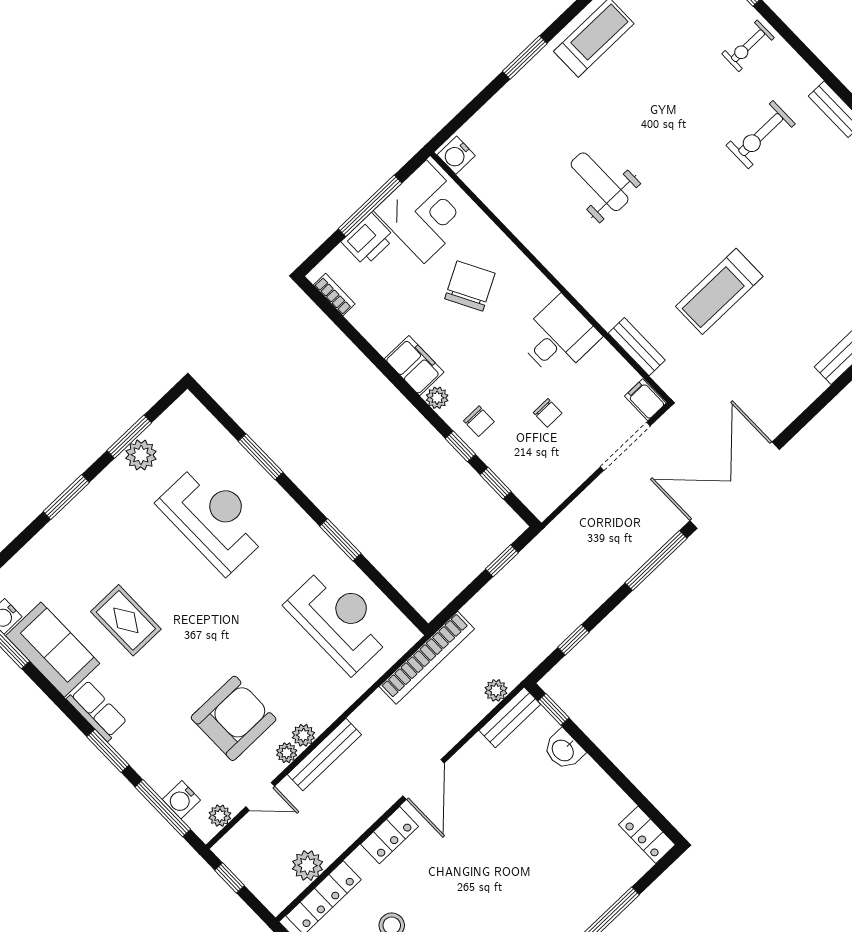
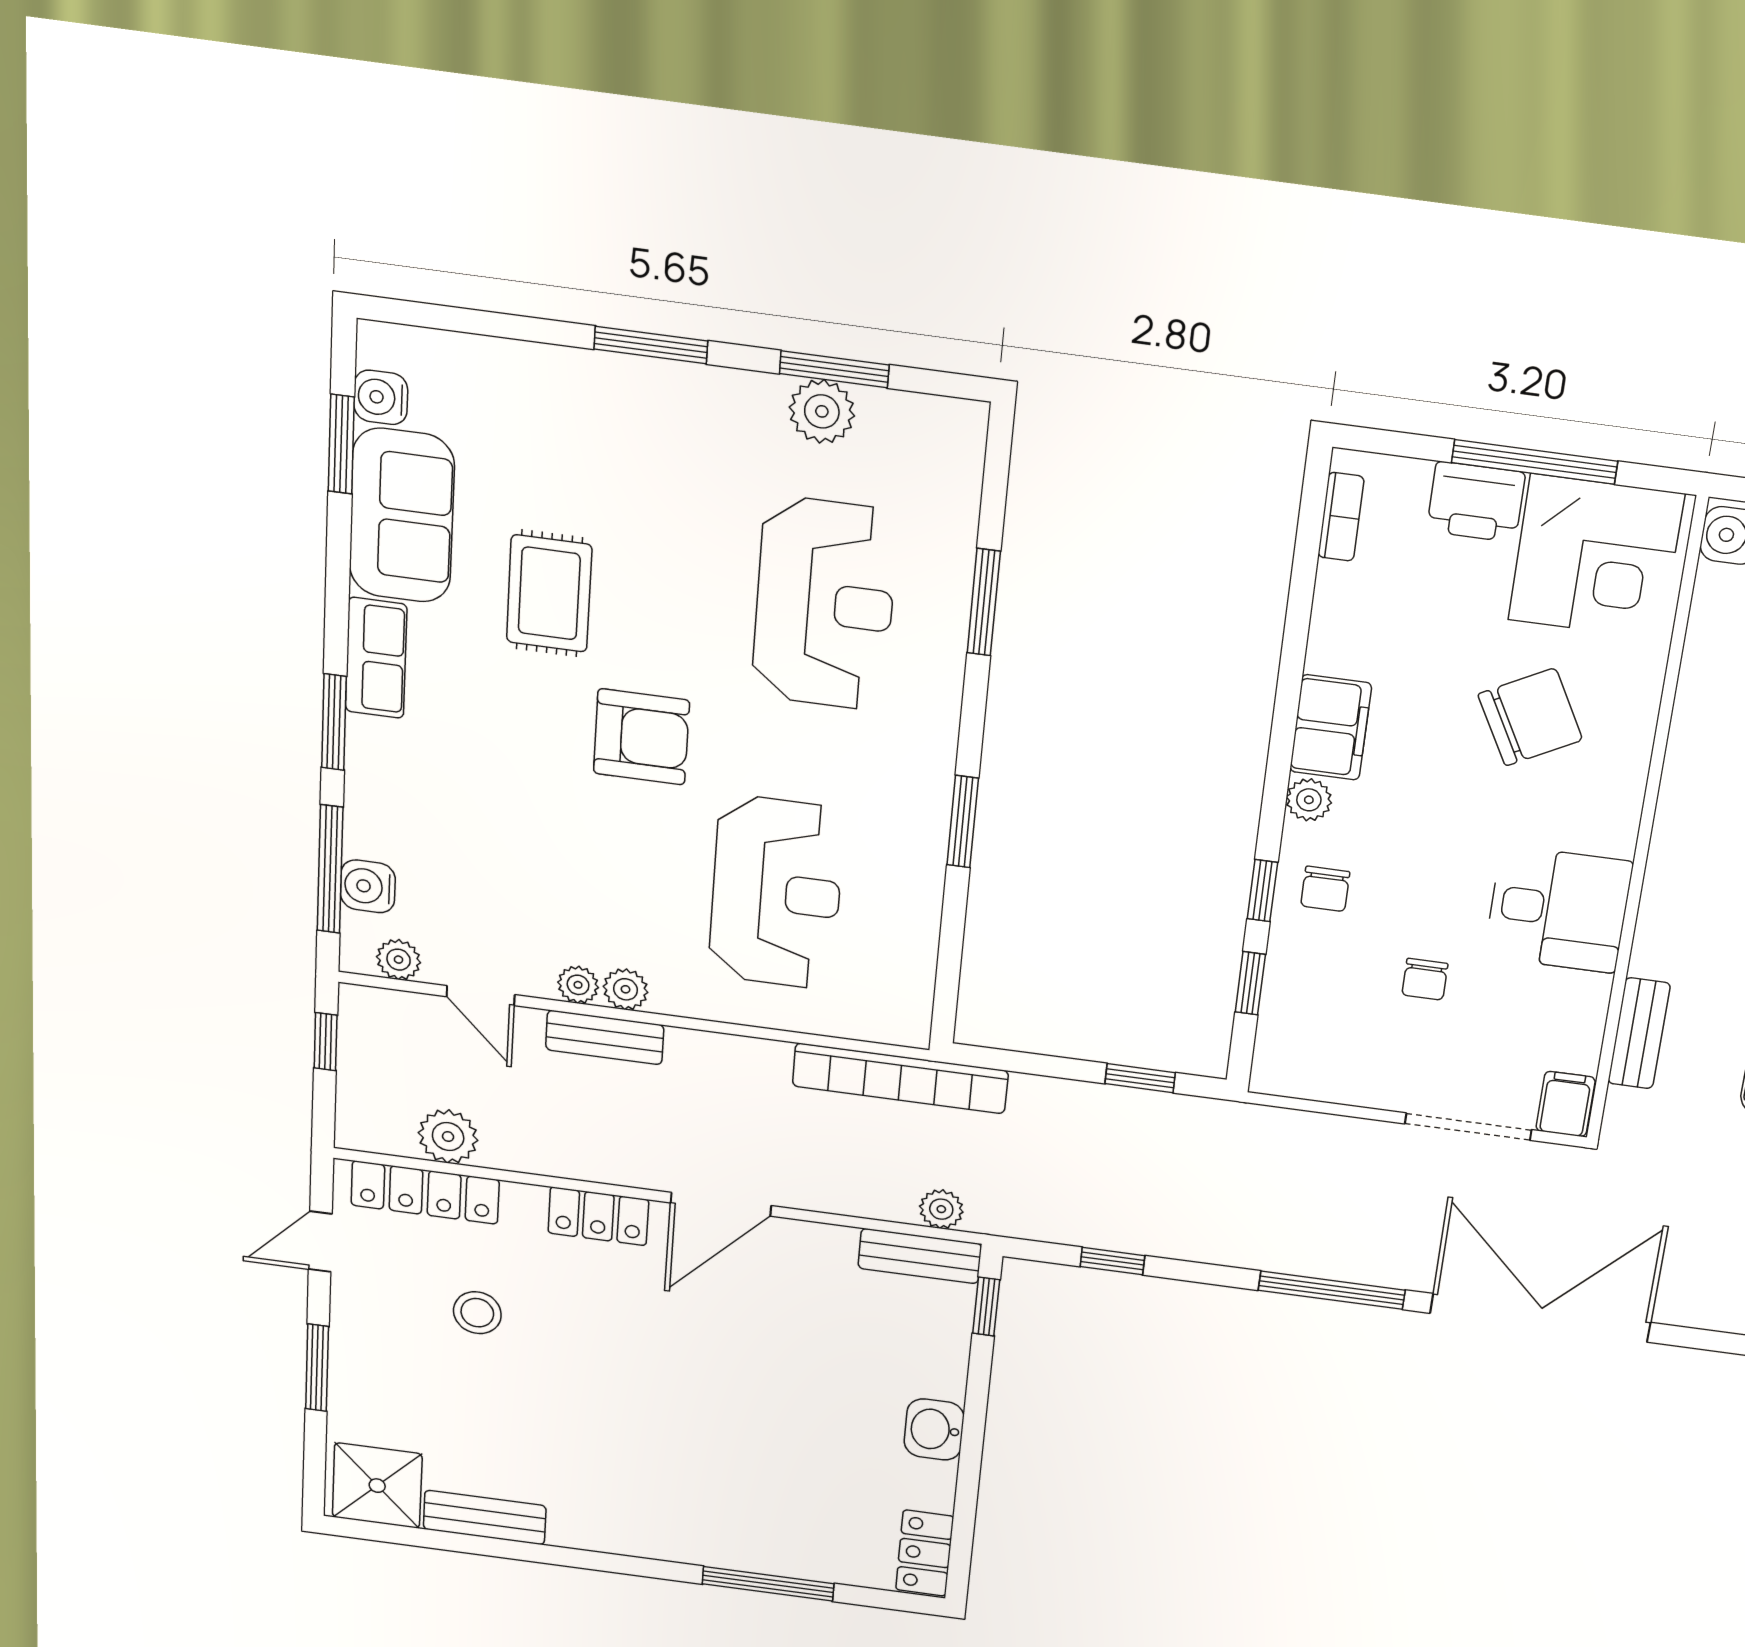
reception desk: (339, 620) -> (776, 892), moved
armchair: (234, 718) -> (641, 737), moved, width x0.73, depth x0.73
washbasin: (563, 750) -> (934, 1429), moved
bench: (324, 755) -> (605, 1037), width x0.73

